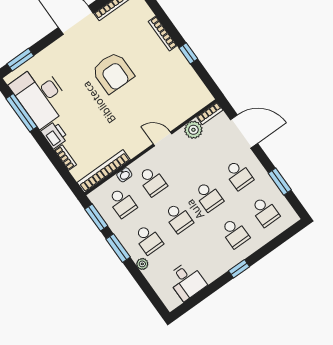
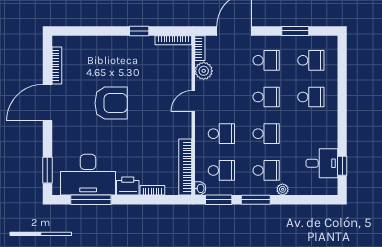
bookcase: (163, 34) -> (173, 40), moved
washbasin: (124, 175) -> (200, 188), moved
window: (239, 269) -> (342, 166), moved

